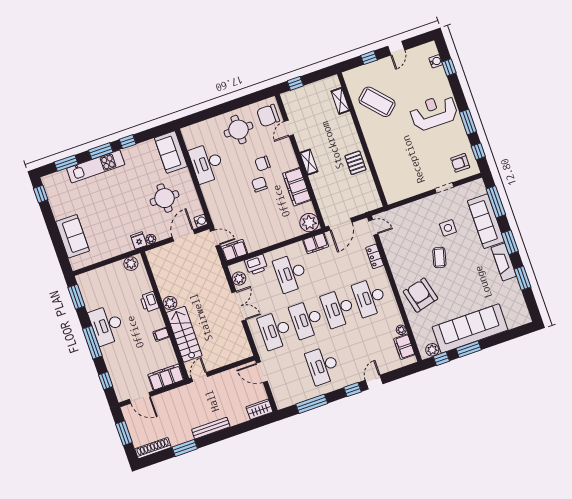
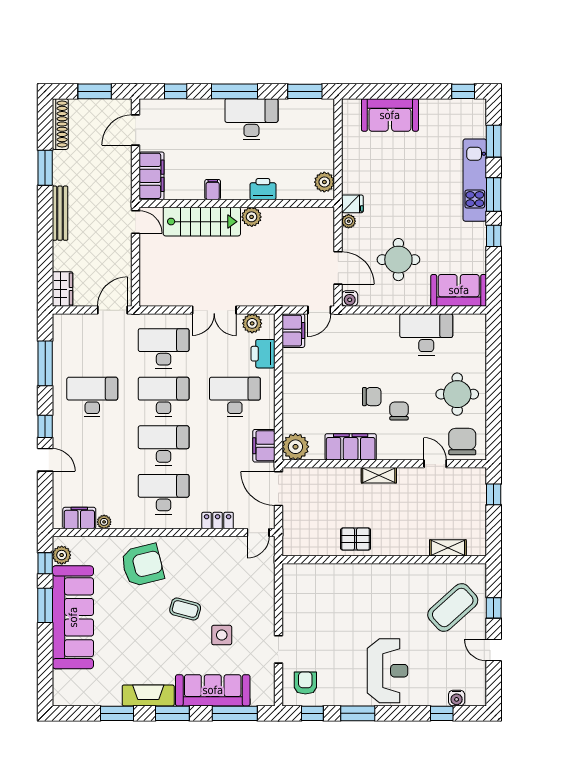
coffee table: (377, 102) -> (453, 607), moved

